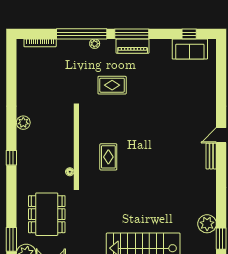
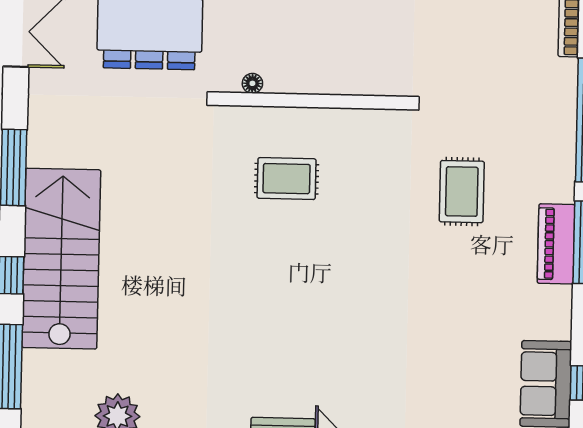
plant: (95, 44) -> (564, 151), removed

